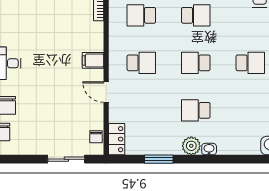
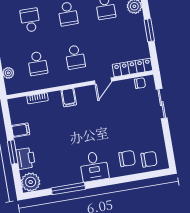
filing cabinet: (93, 60) -> (69, 98), moved
school desk: (141, 63) -> (75, 57), turned 180
locker: (117, 139) -> (132, 67), width x1.53

